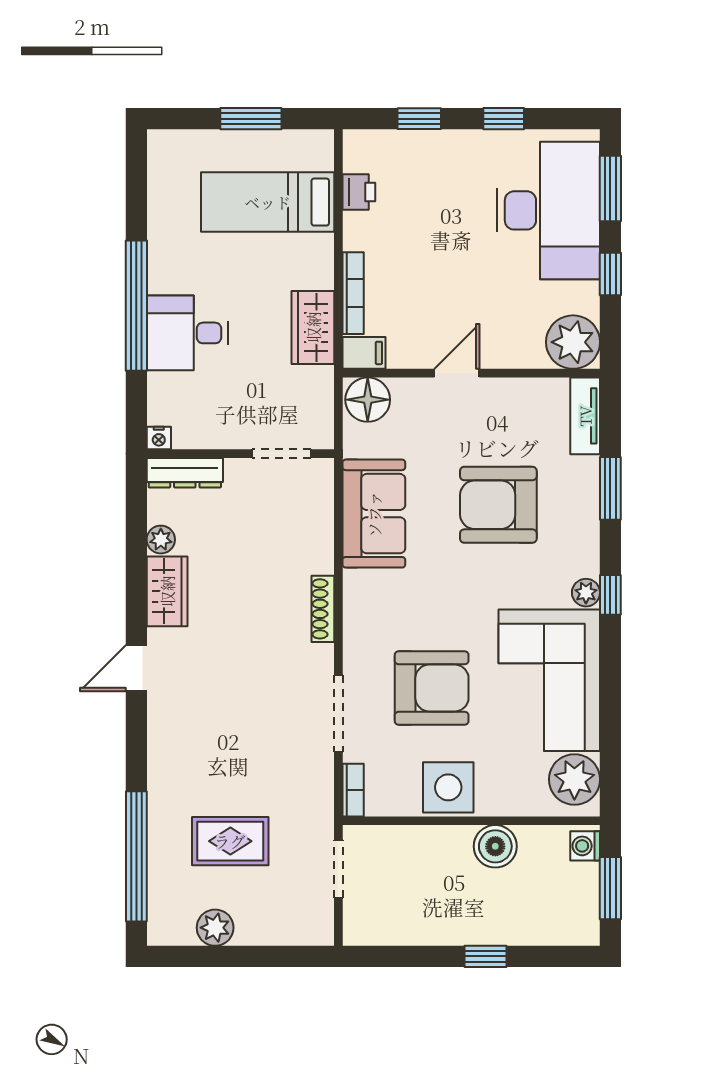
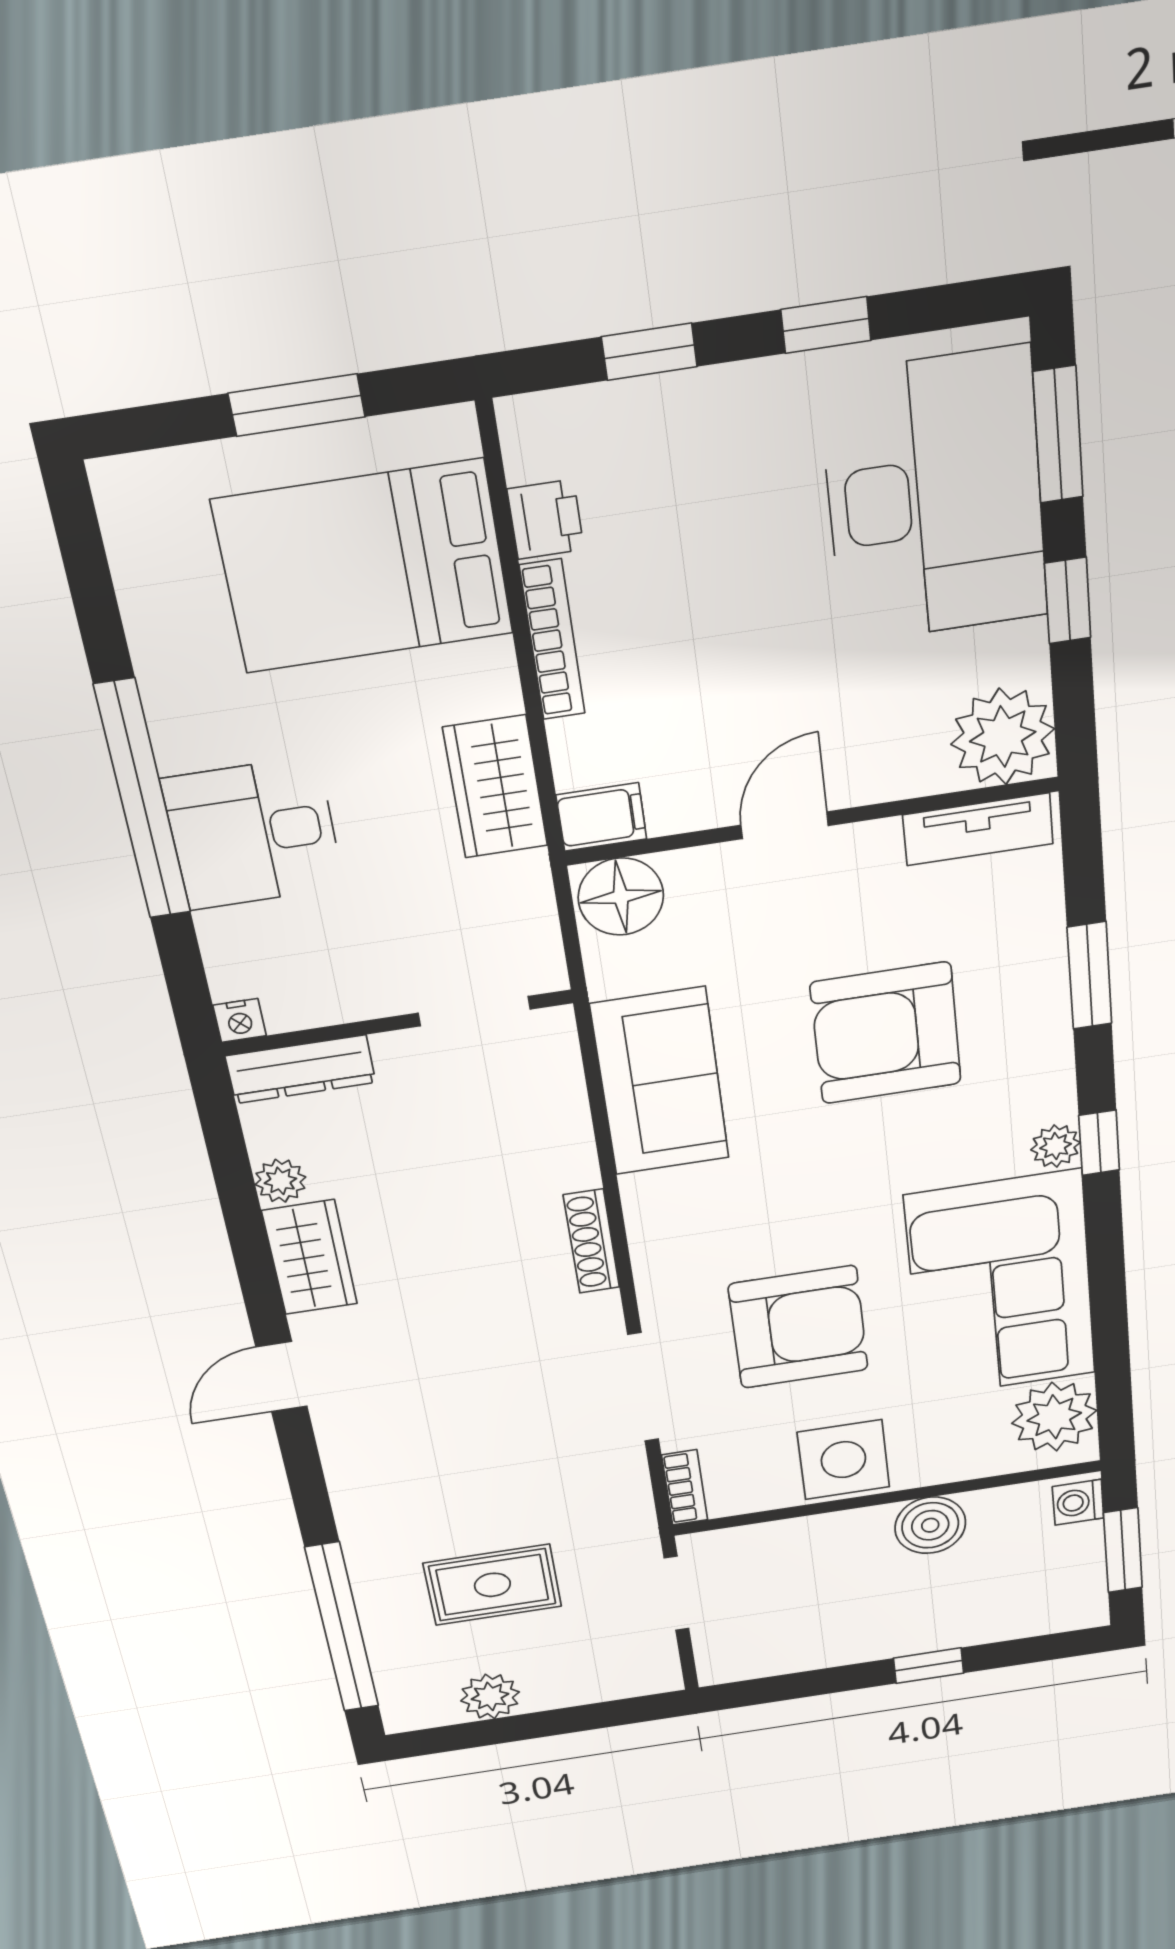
bed: (268, 202) -> (363, 567), width x1.50
bookcase: (353, 293) -> (552, 640), moved
tv unit: (585, 416) -> (978, 829), moved, turned -90

